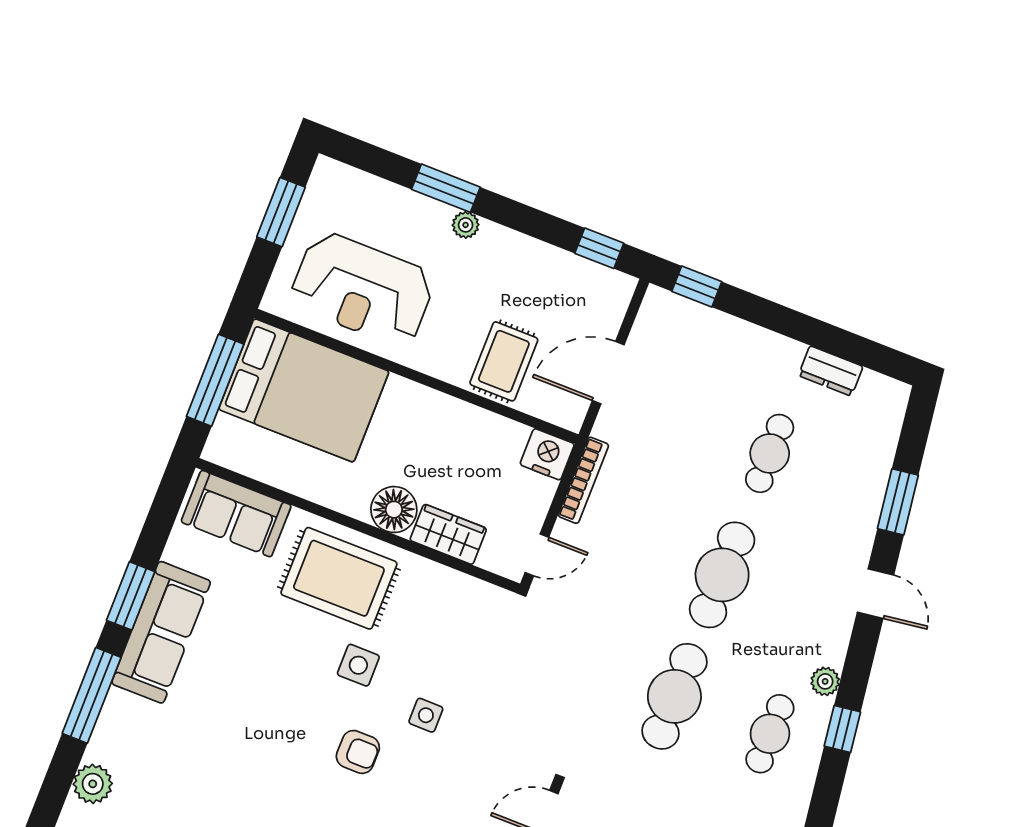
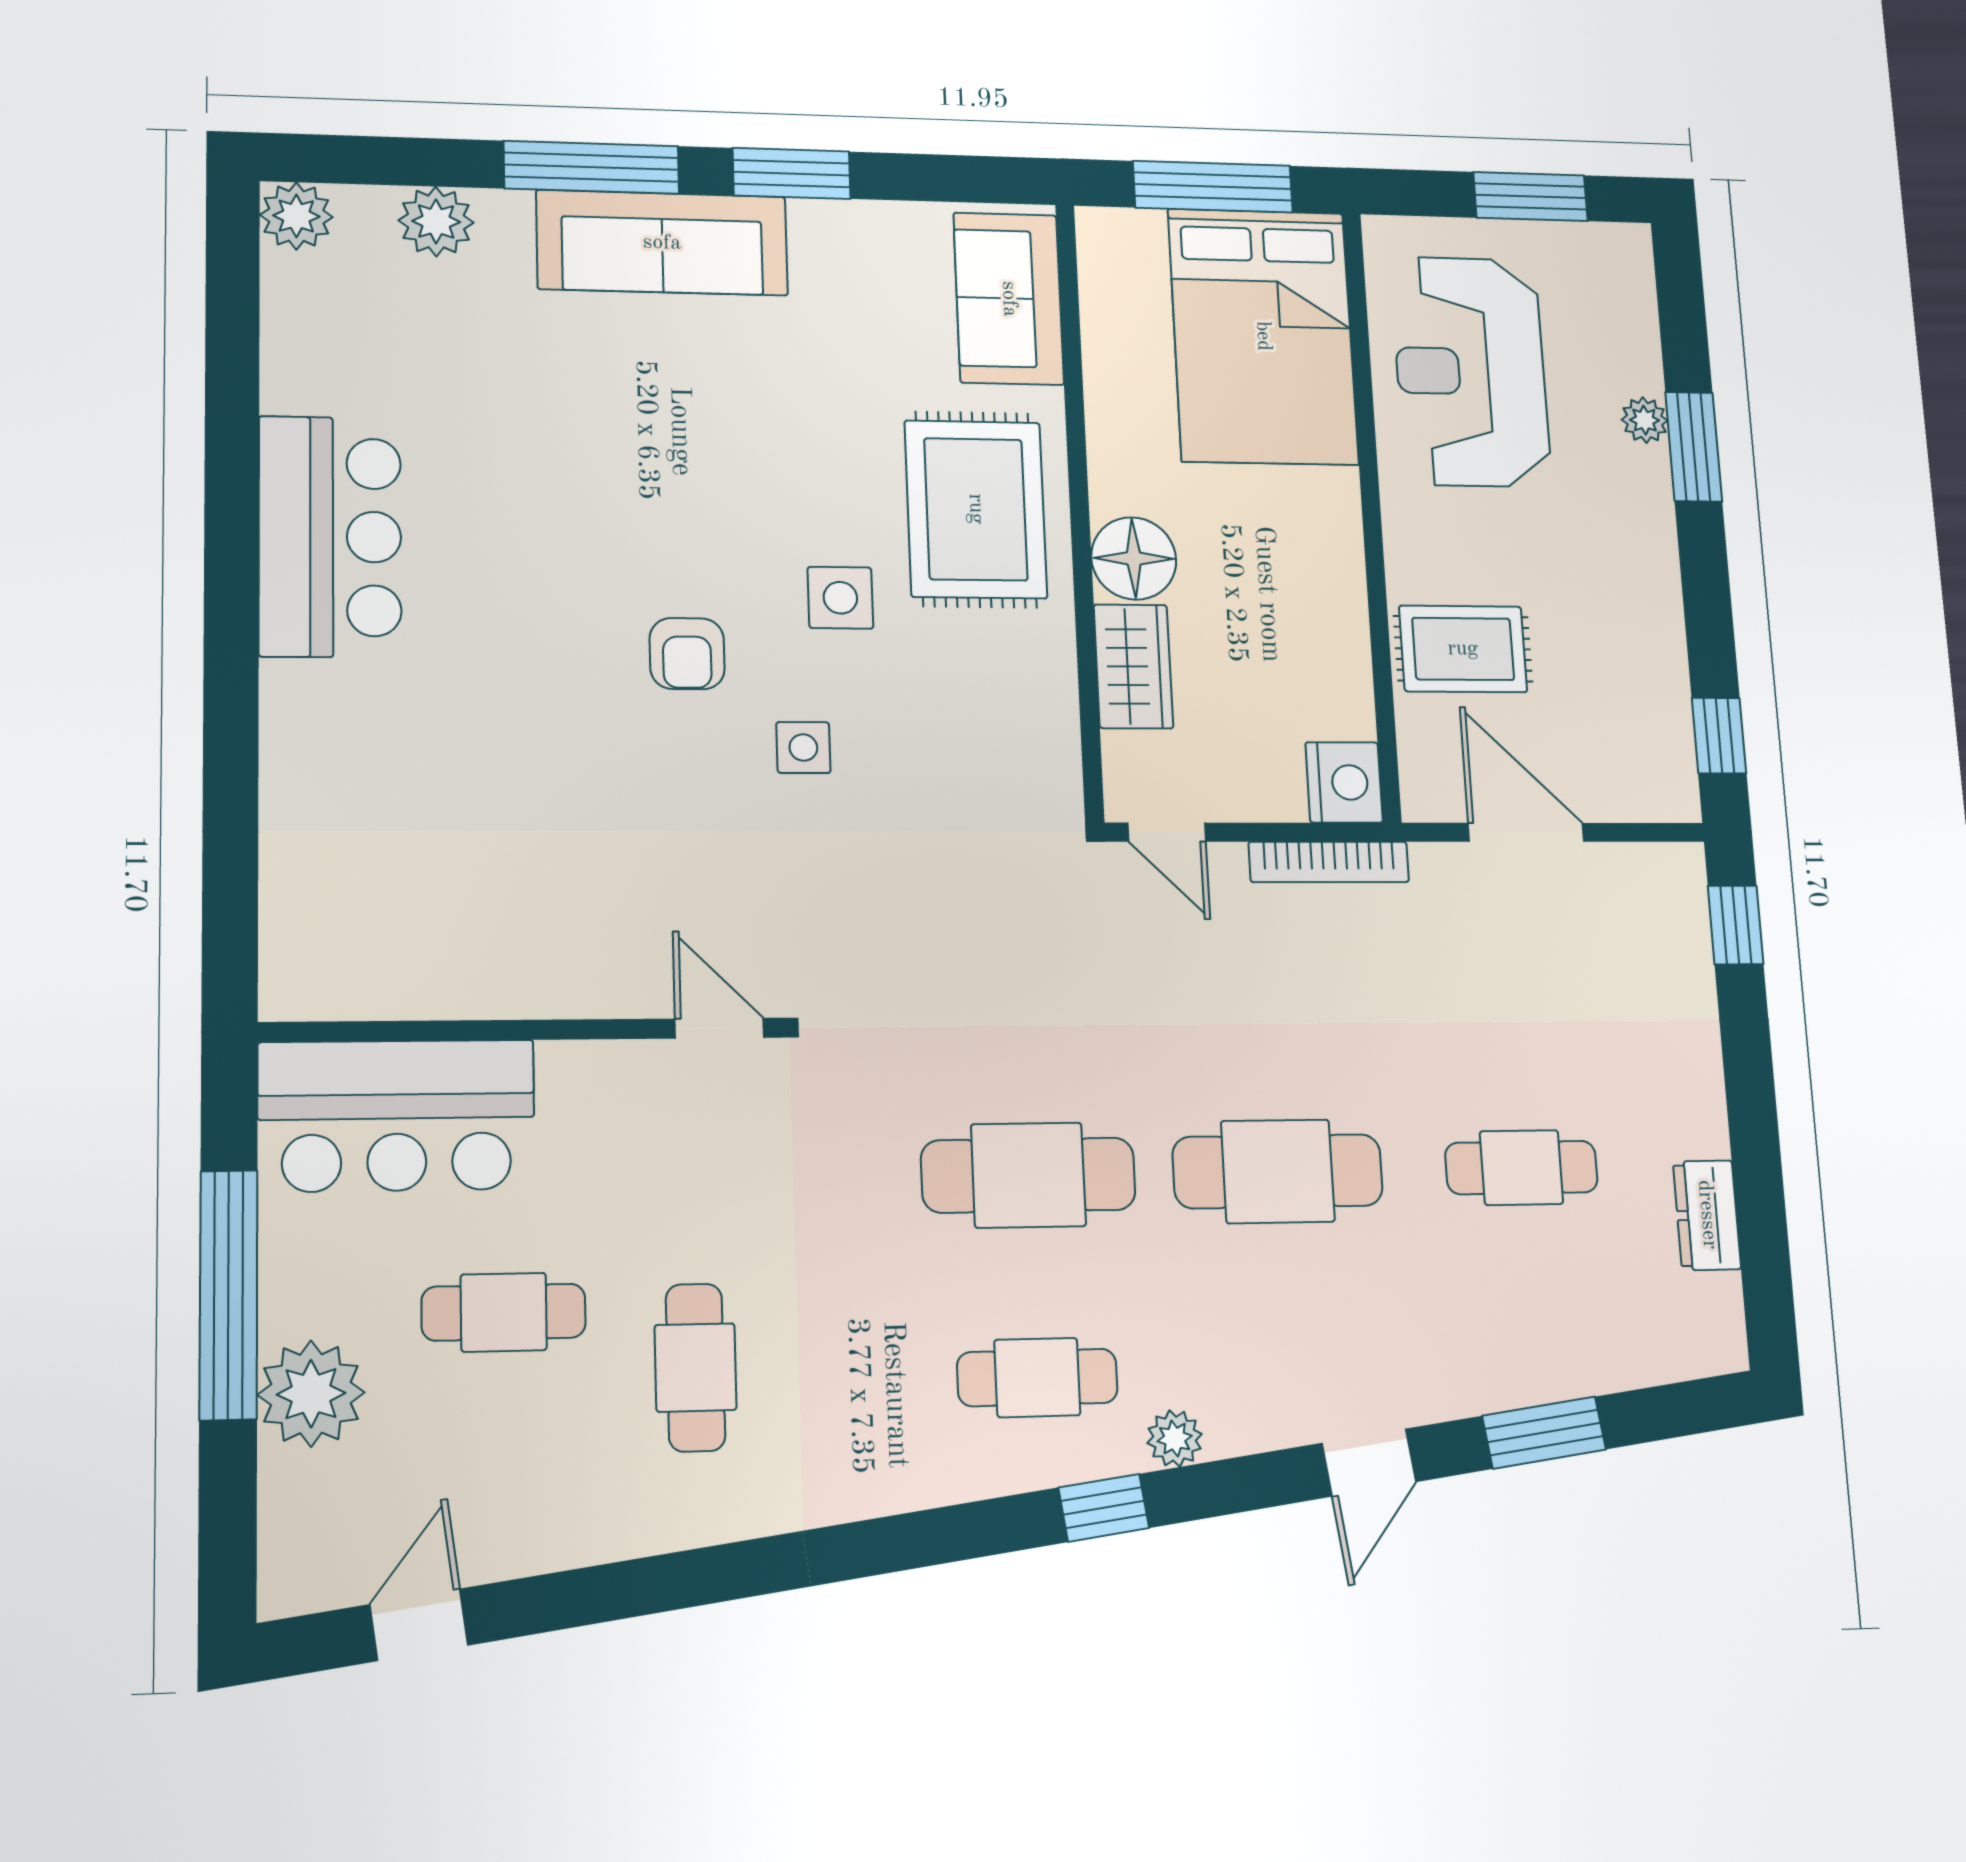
plant: (466, 225) -> (1645, 420), moved
sofa: (161, 632) -> (662, 243), moved

